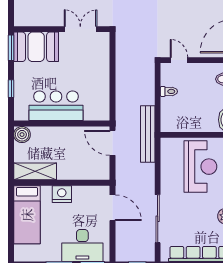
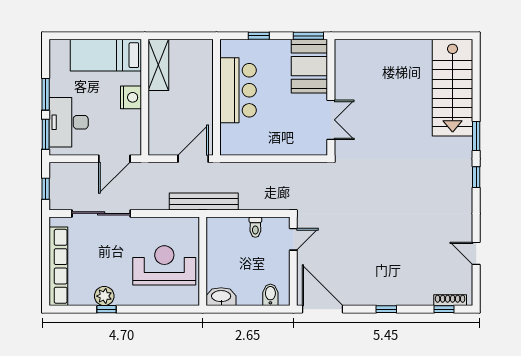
boiler: (22, 135) -> (203, 49), removed
reception desk: (200, 167) -> (164, 265), turned 180

